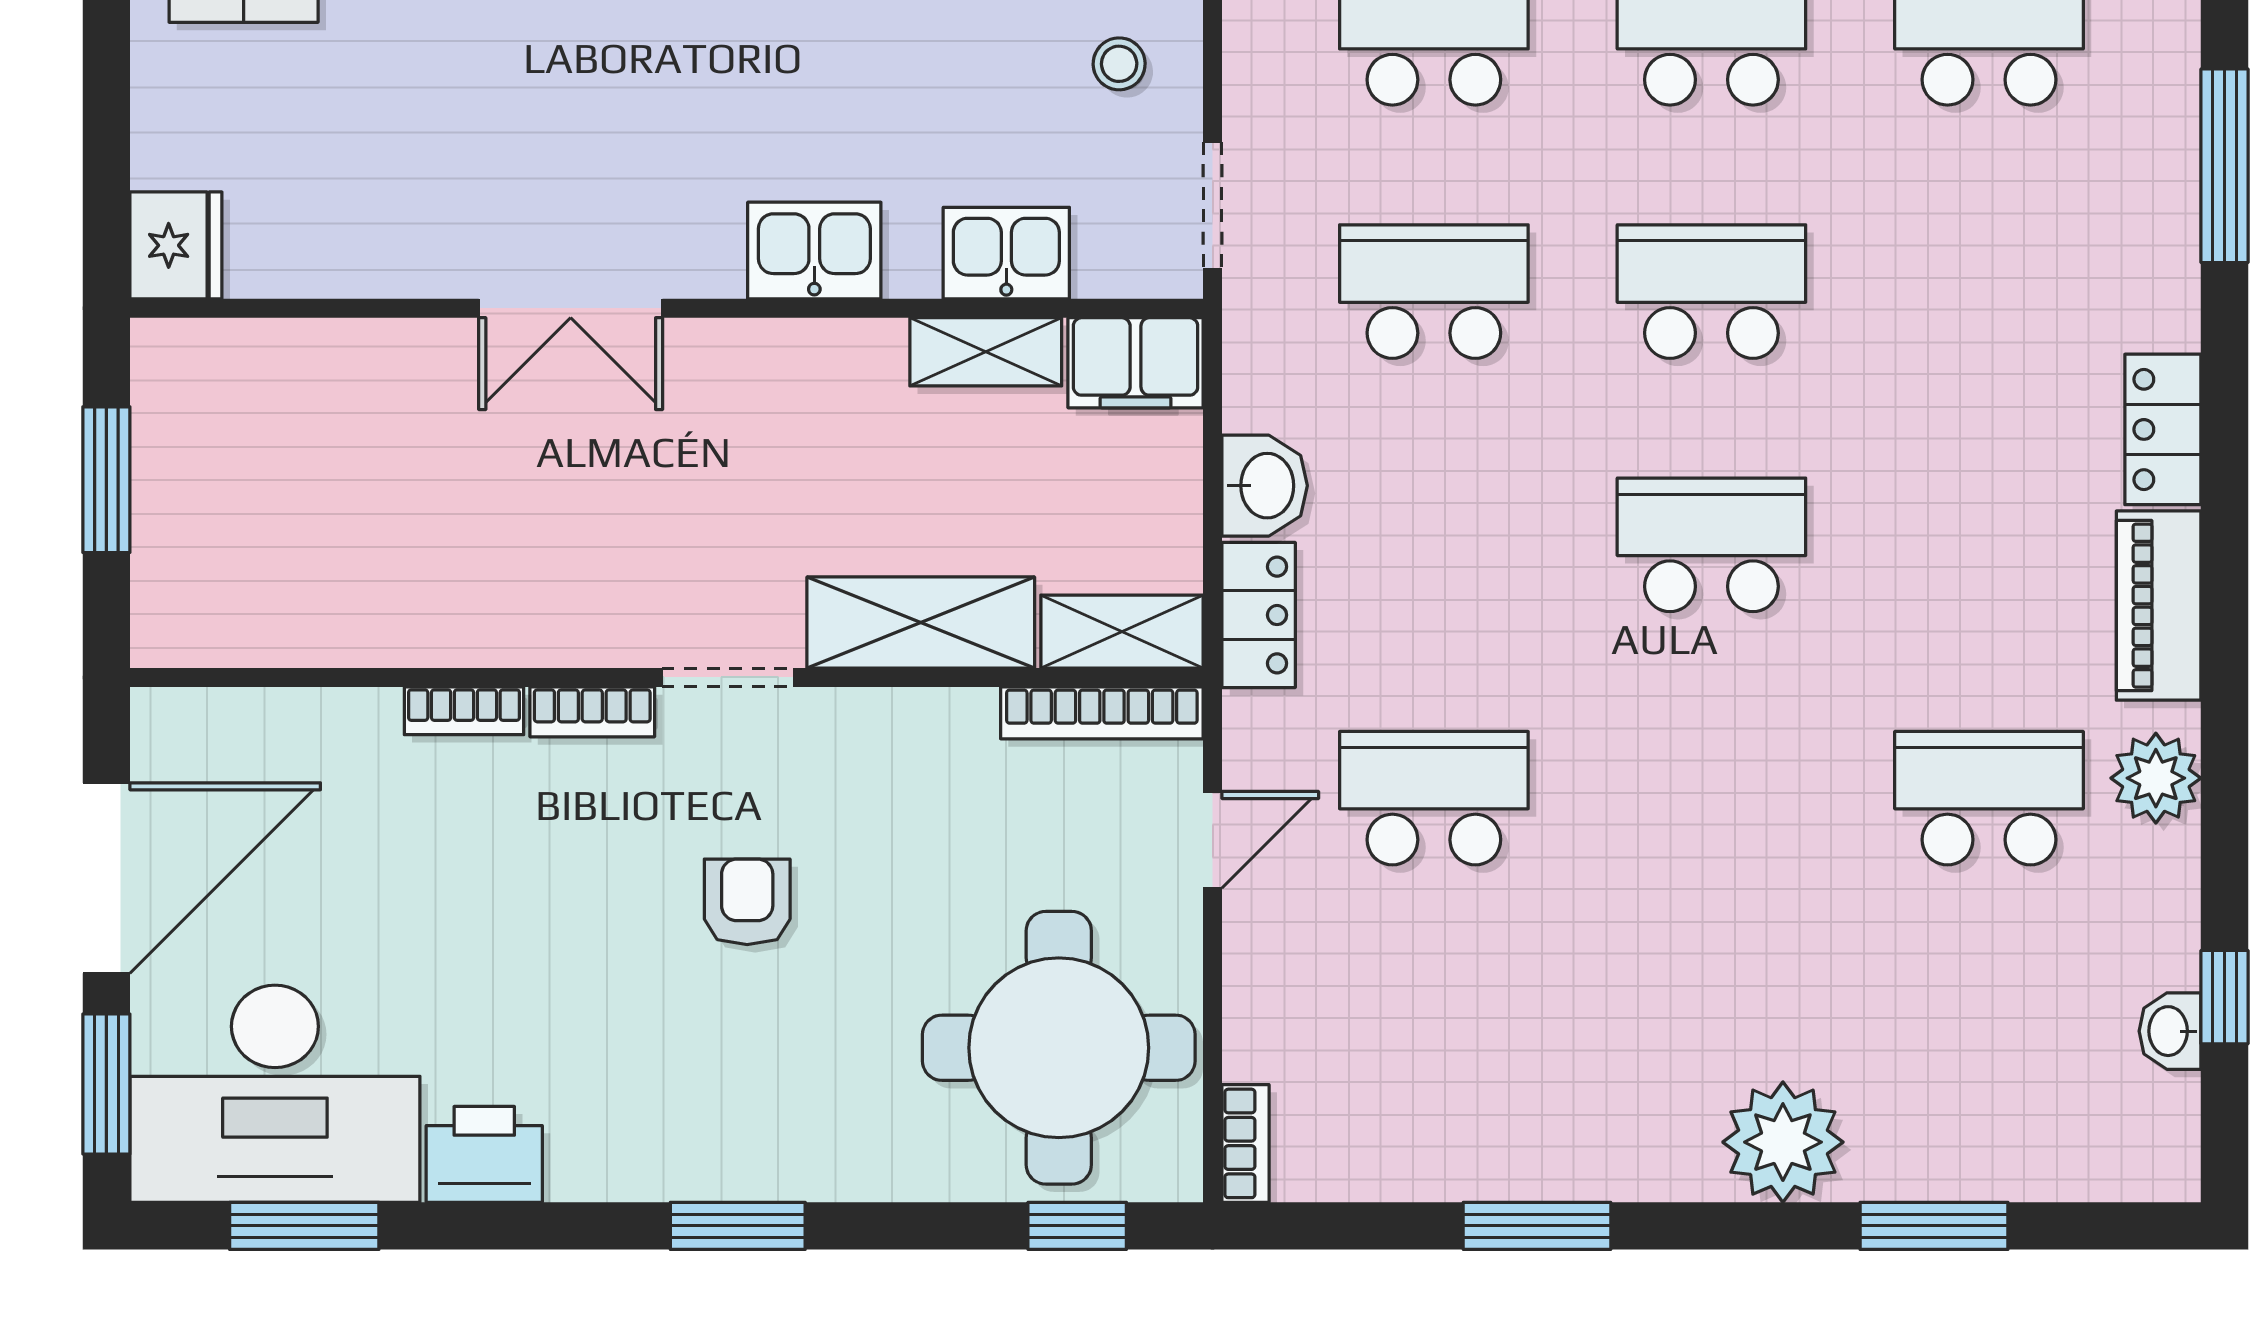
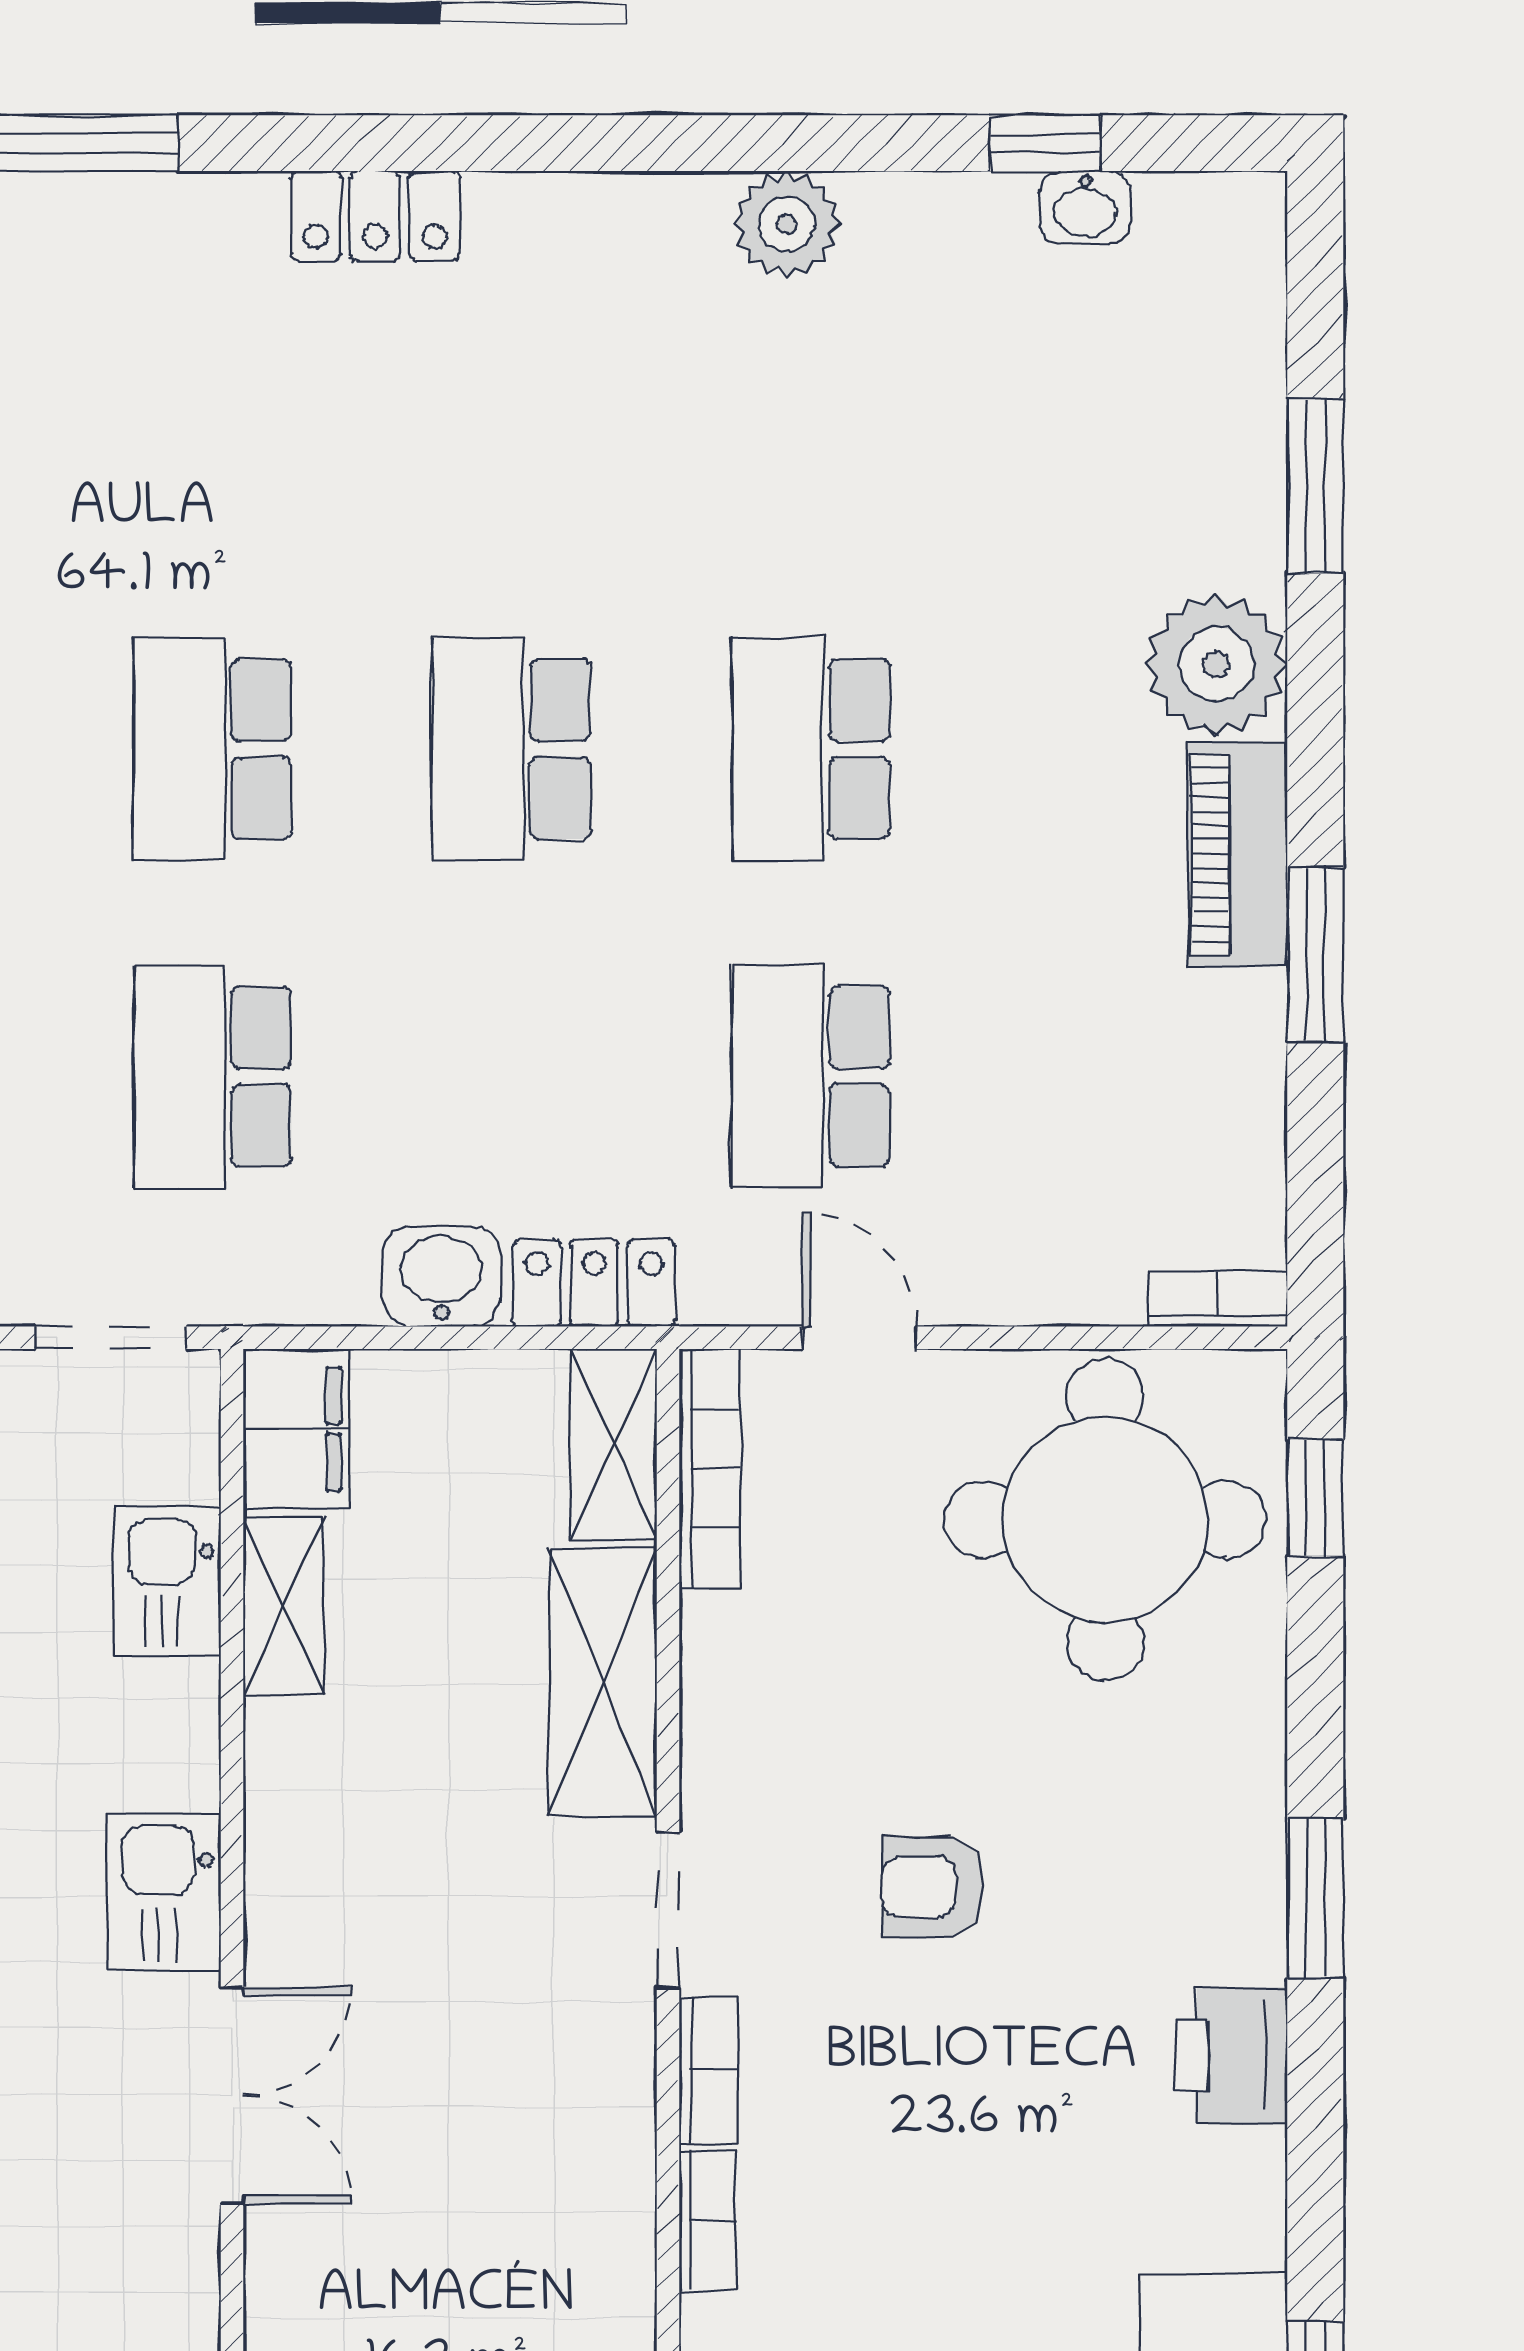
kitchen sink: (814, 250) -> (164, 1892), moved
piano: (2159, 606) -> (1238, 855), moved, turned 90
school desk: (1989, 798) -> (810, 749), moved
printer: (484, 1154) -> (1231, 2056), moved

